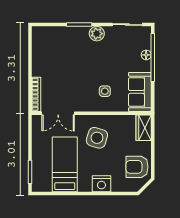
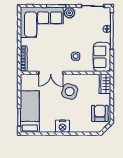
corner sofa: (60, 46) -> (42, 22), added
double door: (58, 113) -> (51, 73), moved
bed: (65, 164) -> (30, 112), moved
armchair: (137, 167) -> (100, 113), turned 90
nightstand: (101, 184) -> (63, 126), moved

